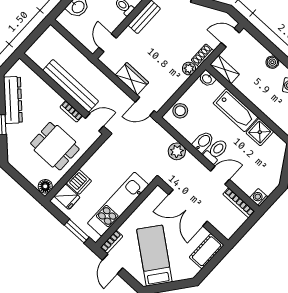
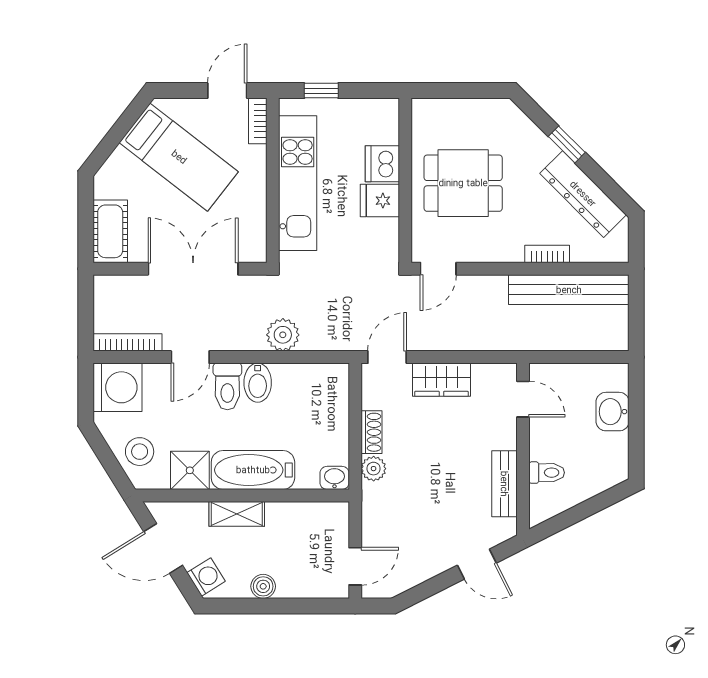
shoe rack: (202, 55) -> (371, 432), moved
shelving: (225, 69) -> (237, 514), moved
bench: (71, 86) -> (569, 290), moved
bookcase: (71, 111) -> (547, 254), moved
stool: (180, 111) -> (140, 452), moved
floor lamp: (45, 186) -> (425, 113), removed
fridge: (67, 197) -> (380, 201), moved
washing machine: (259, 198) -> (117, 387), width x1.89, depth x1.89
window: (77, 231) -> (321, 91), width x0.67
door: (113, 264) -> (227, 91), hinge flipped

